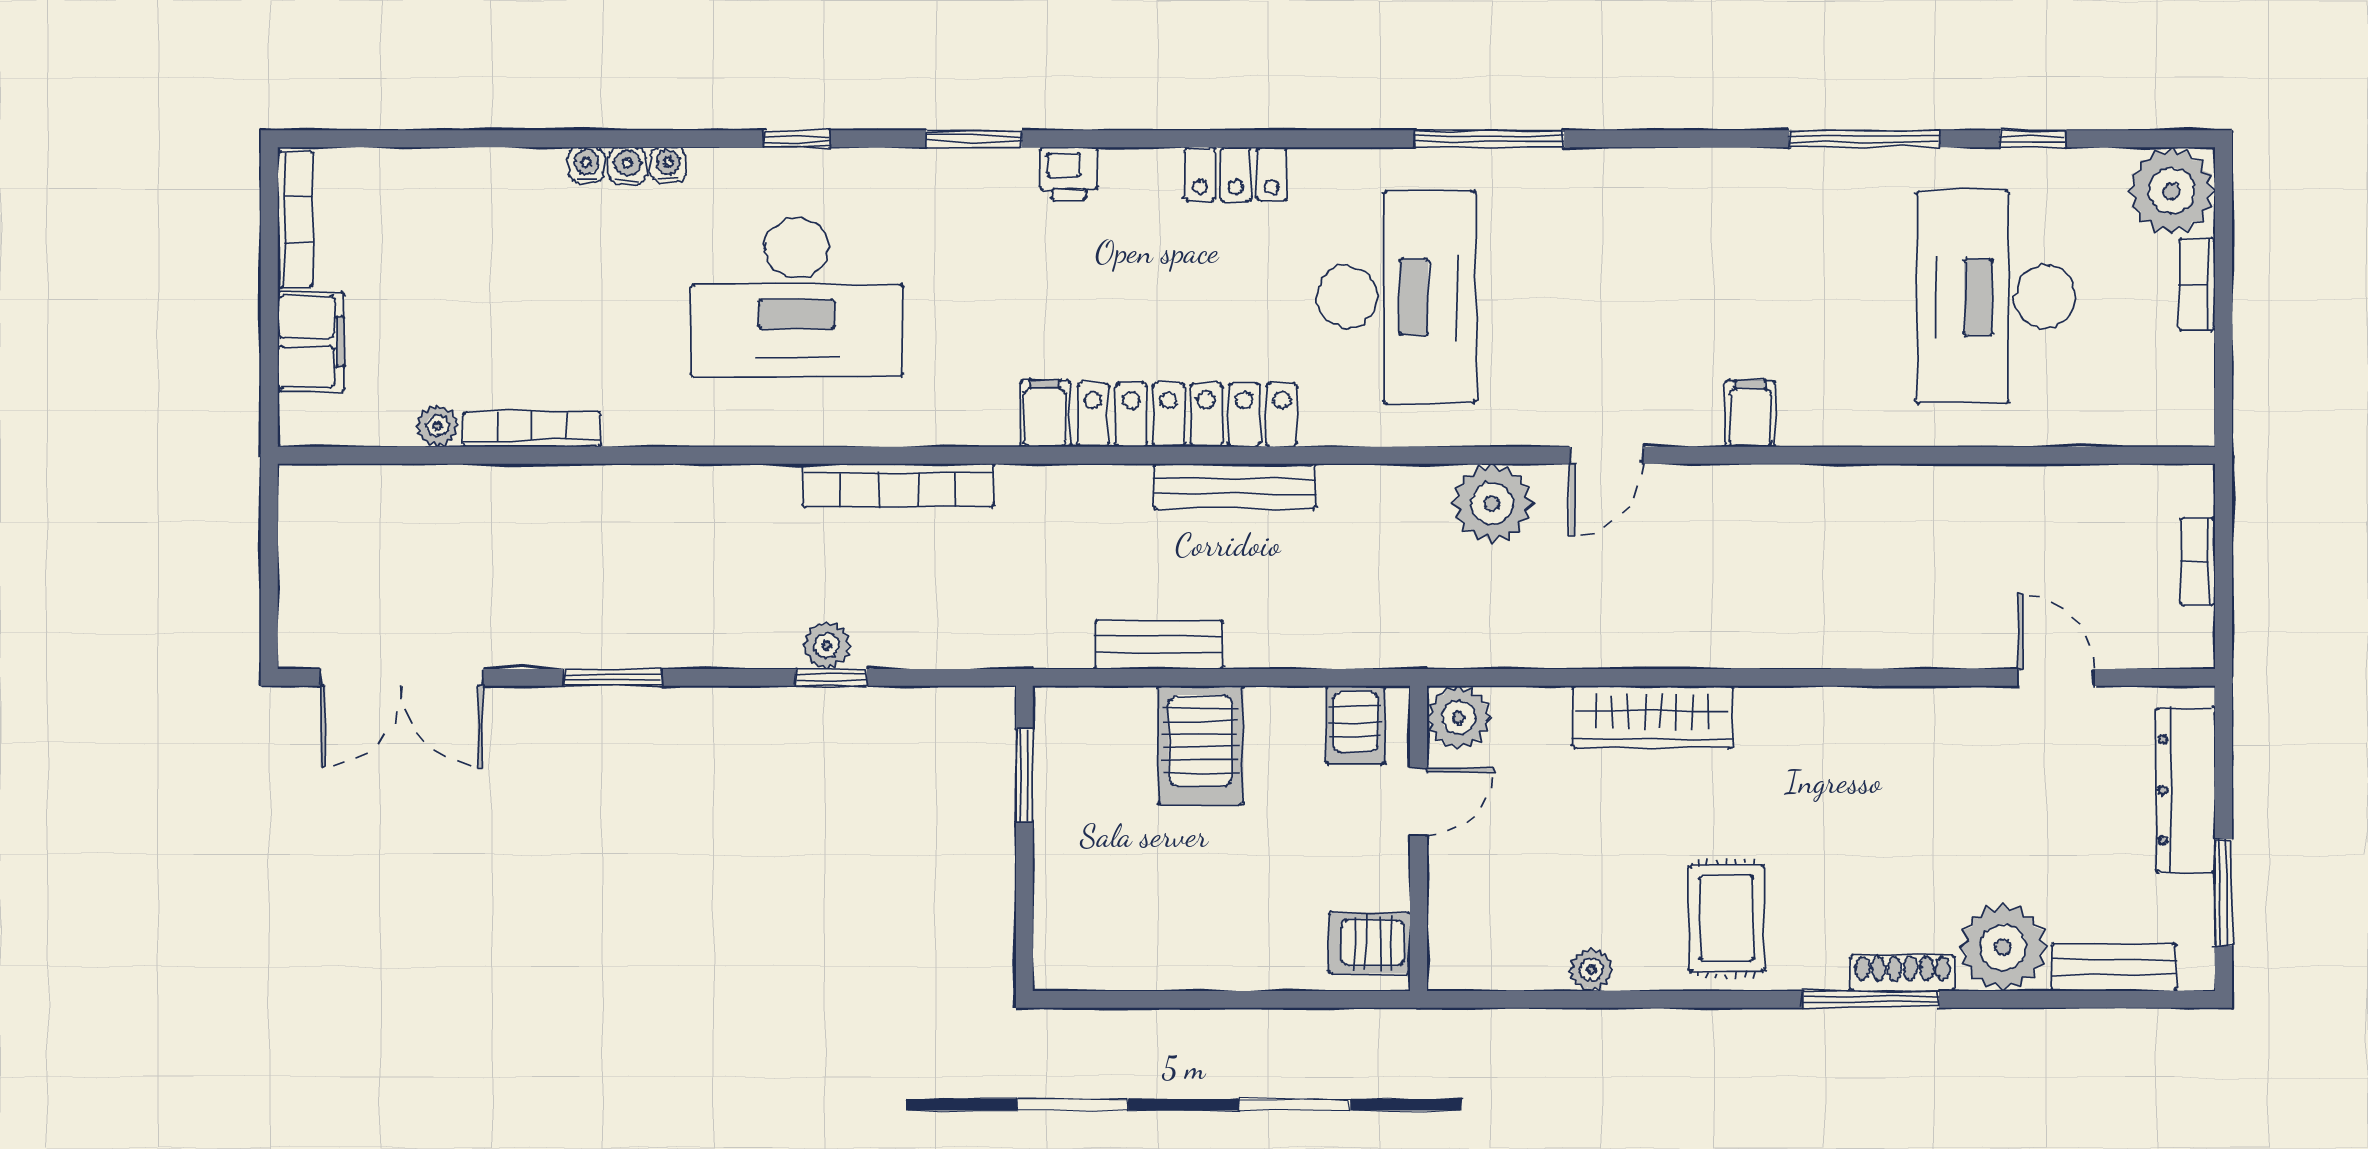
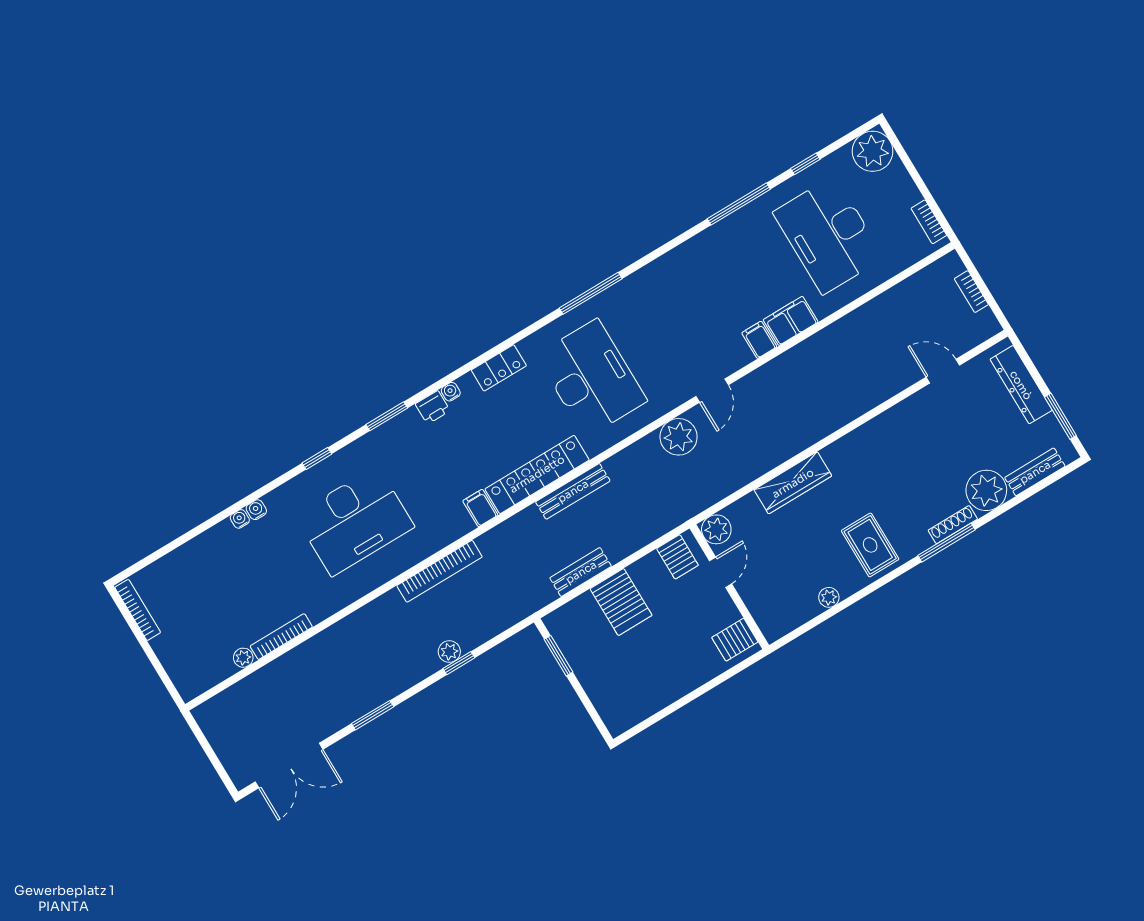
water cooler: (668, 165) -> (451, 392), moved
bookcase: (2197, 285) -> (929, 222), moved
filing cabinet: (311, 342) -> (791, 321), moved, turned -90

